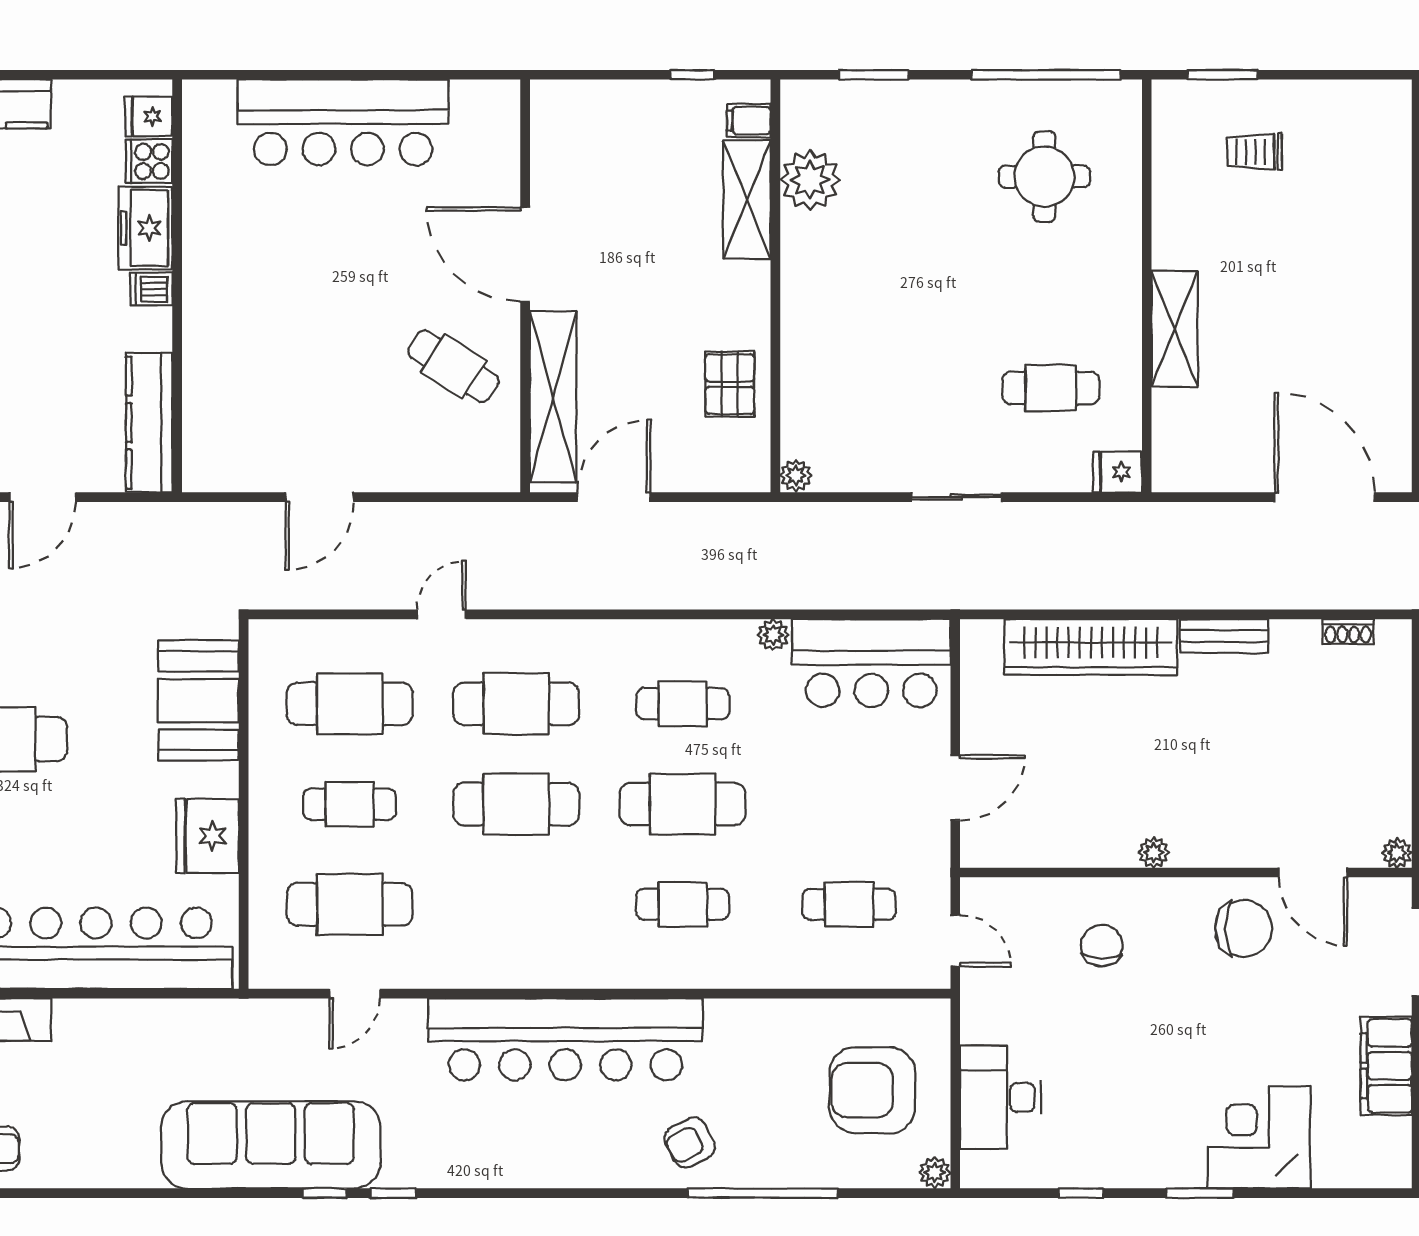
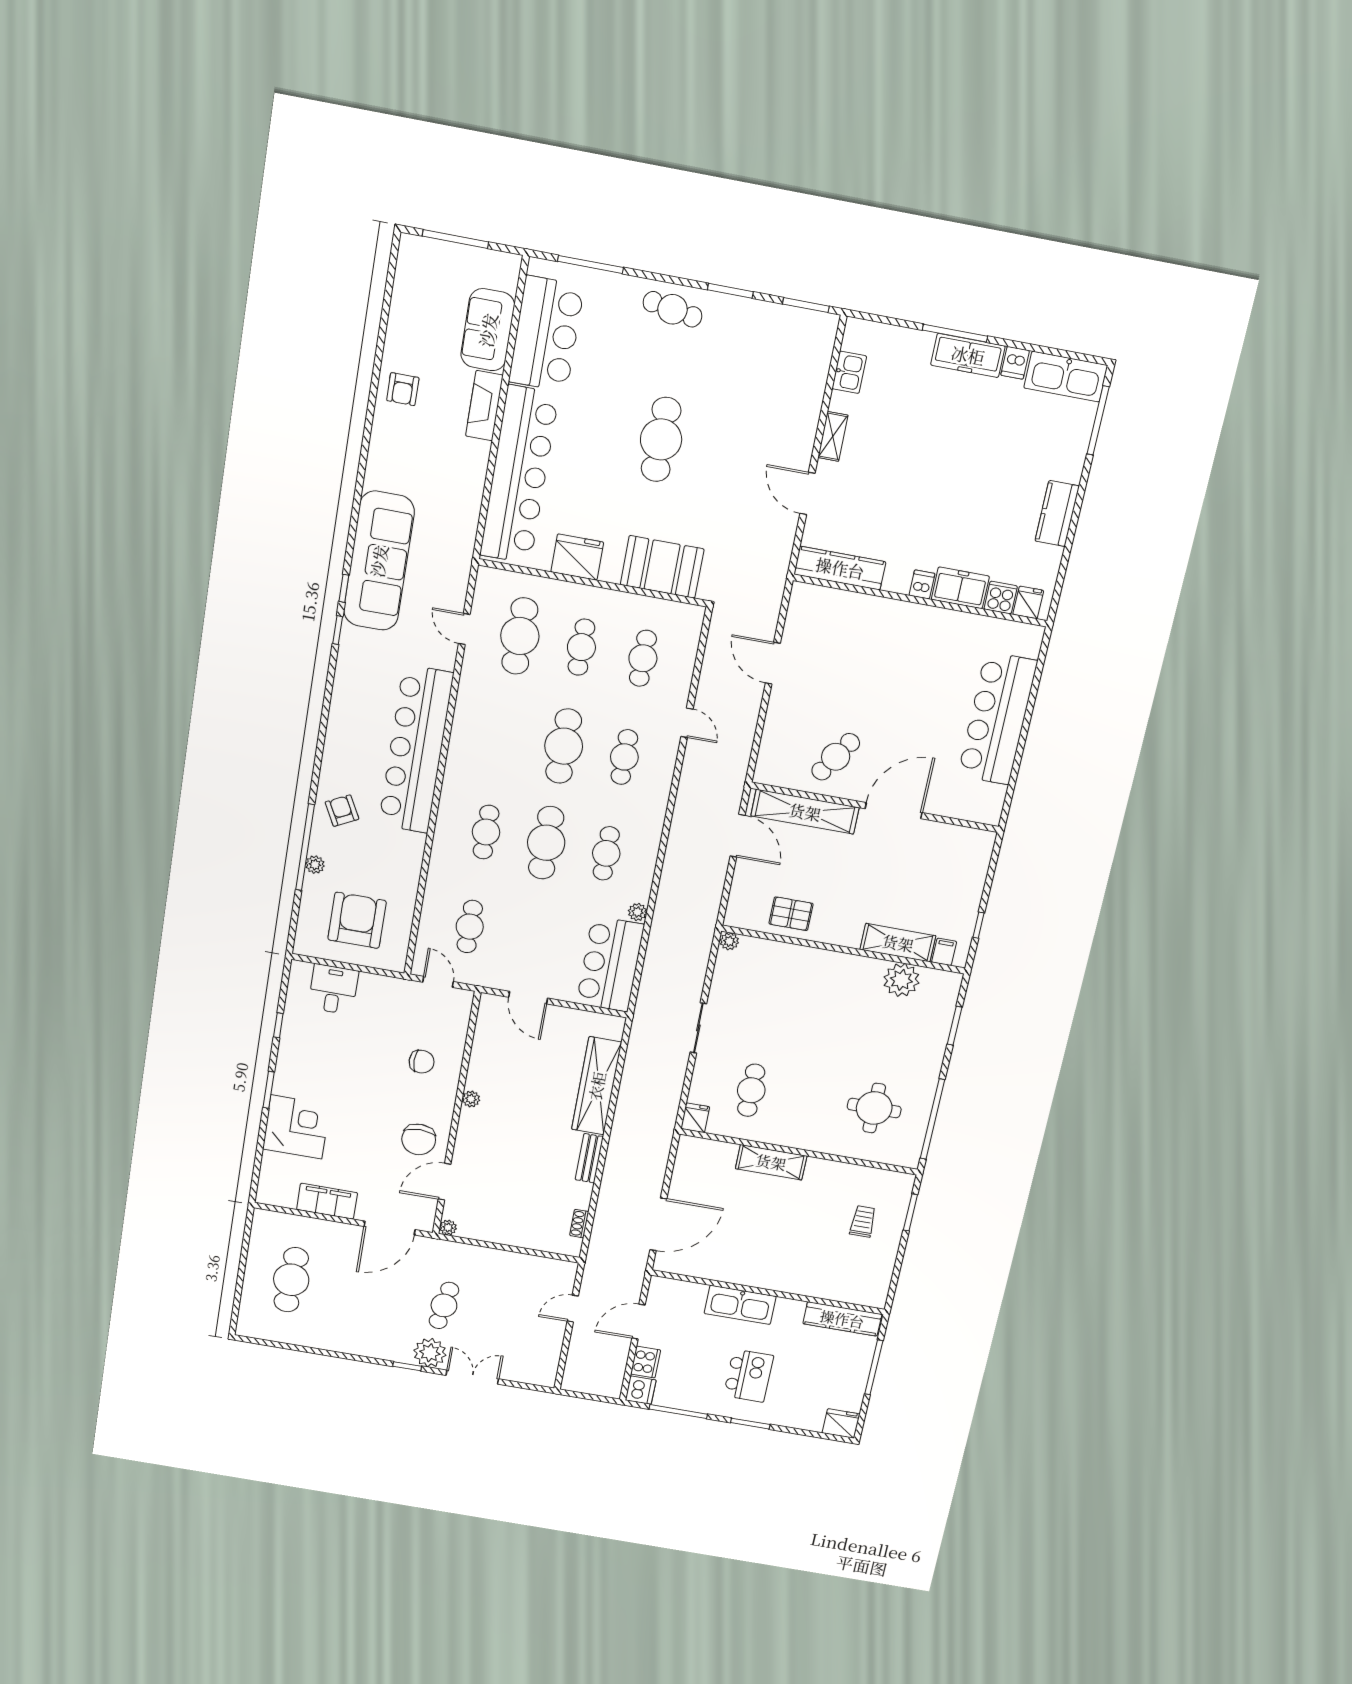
cafe table: (350, 704) -> (643, 658), width x0.73, depth x0.74
cafe table: (516, 704) -> (624, 757), width x0.73, depth x0.74
door: (955, 941) -> (438, 982), swing flipped
desk: (1000, 1097) -> (333, 989), width x0.73
plant: (935, 1173) -> (315, 865), moved

